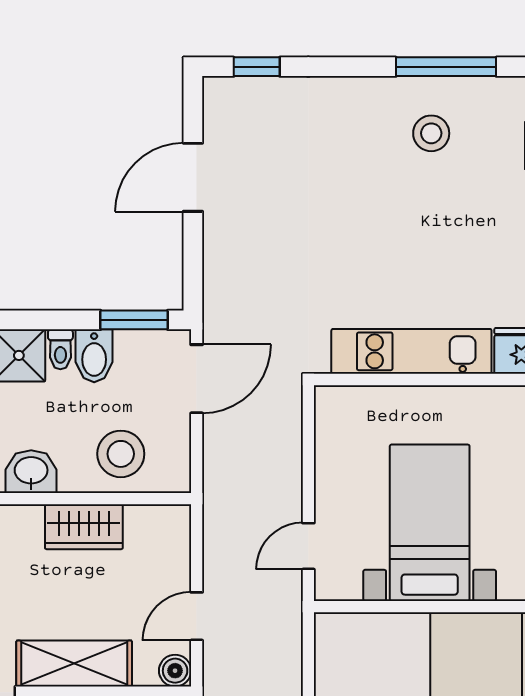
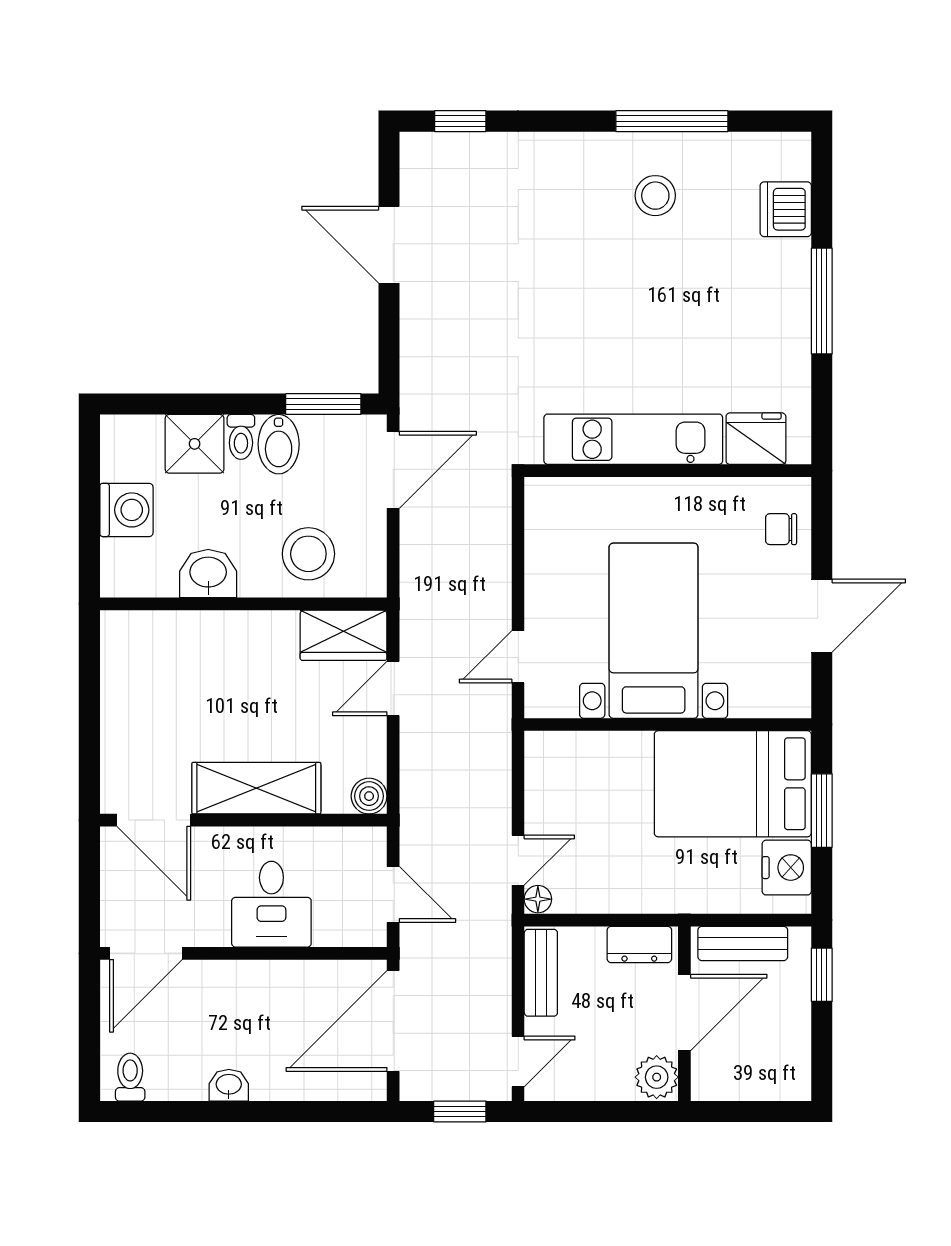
door: (193, 177) -> (389, 245), hinge flipped
wardrobe: (84, 527) -> (344, 635), moved
door: (197, 616) -> (393, 689), moved

